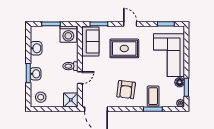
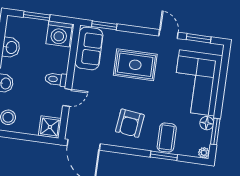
door: (130, 24) -> (169, 34), moved

